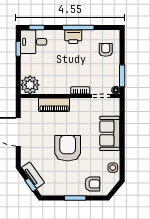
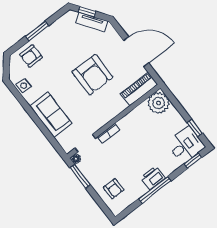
piano: (54, 105) -> (139, 89), moved
armchair: (68, 148) -> (92, 75), moved

